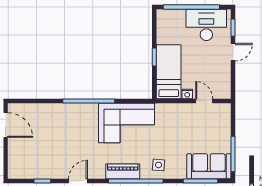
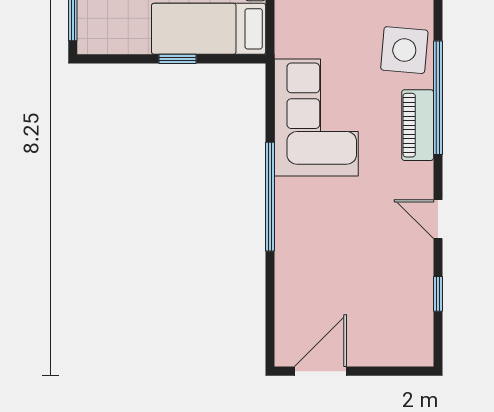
side table: (159, 165) -> (404, 50), width x1.87, depth x1.87

